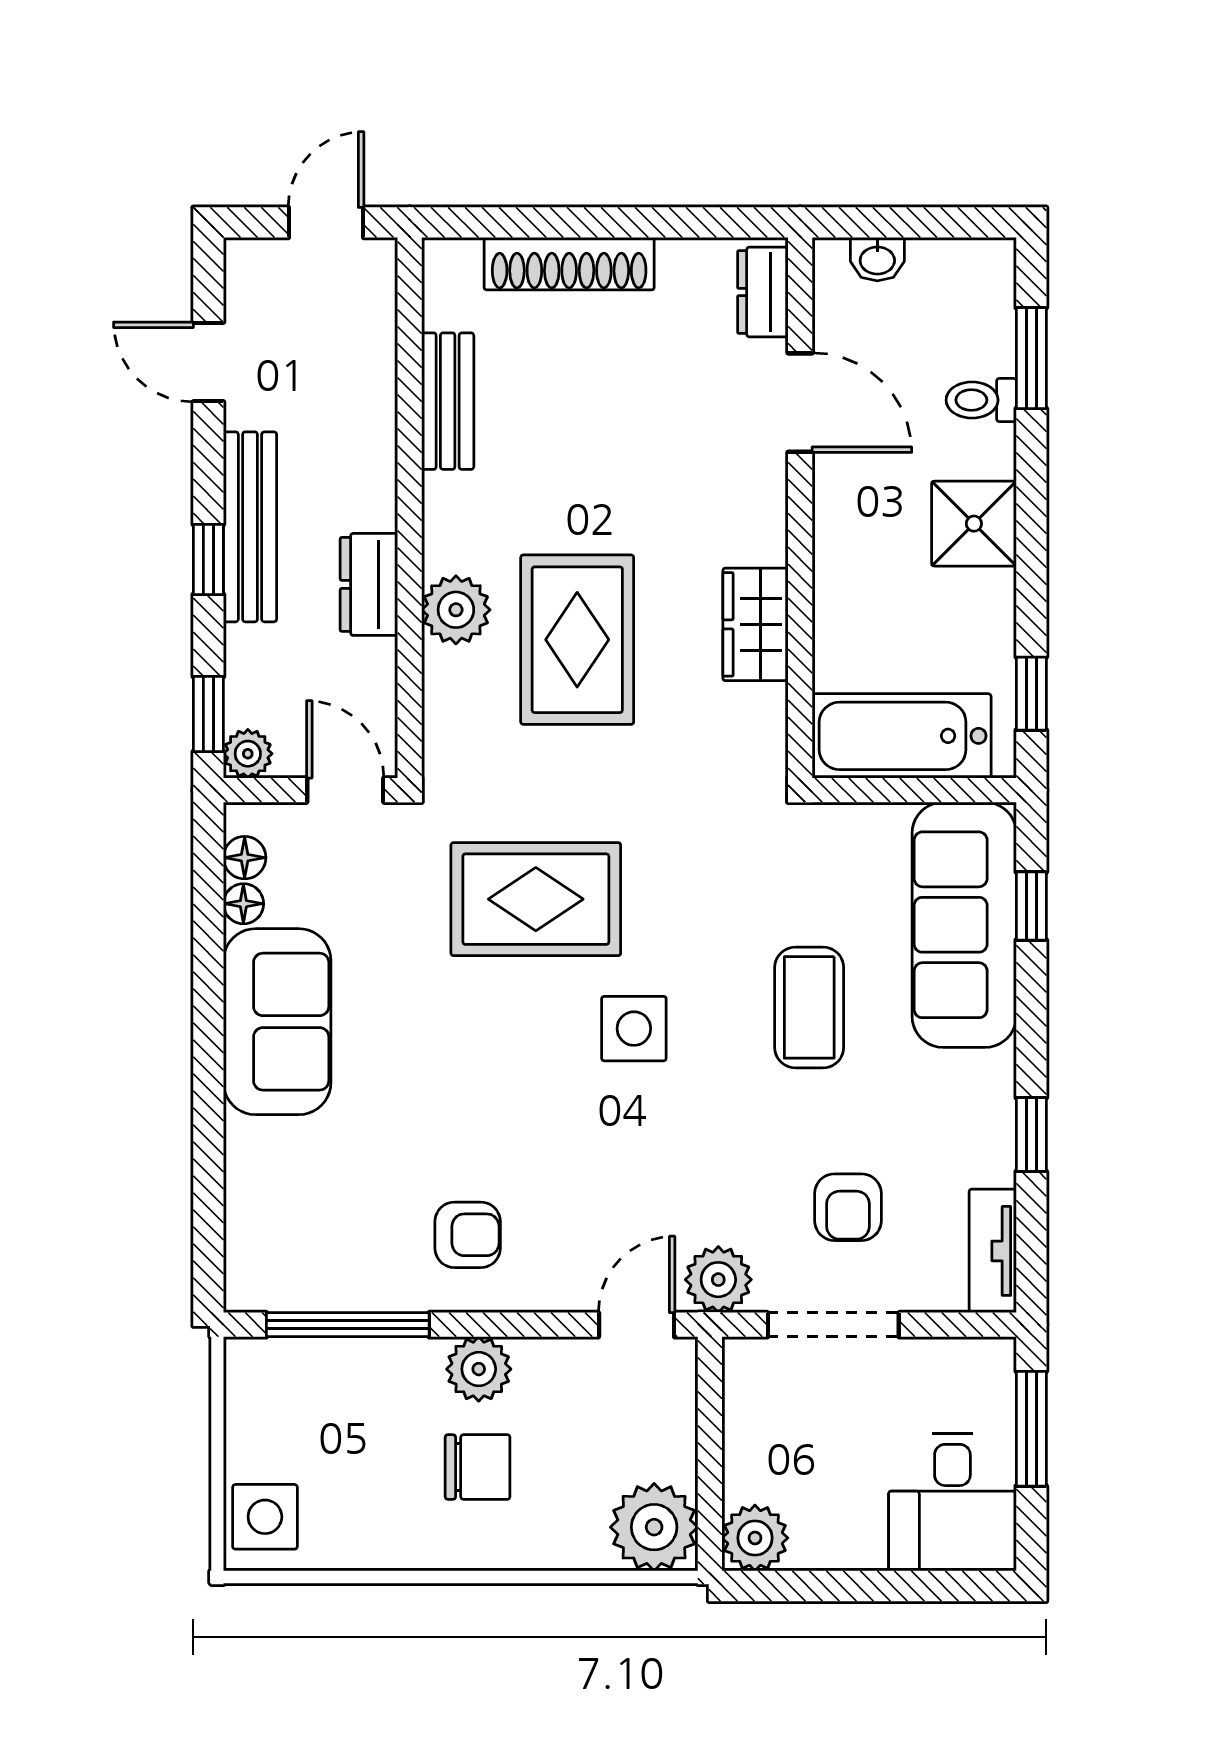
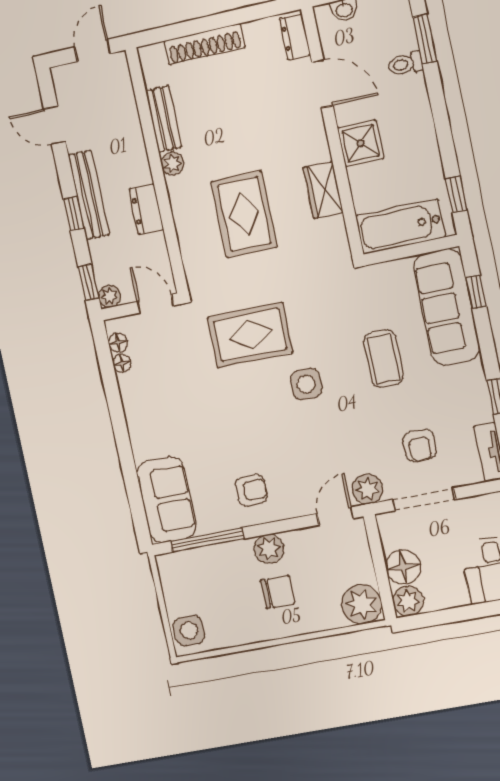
shower: (974, 524) -> (361, 143), moved
plant: (456, 610) -> (172, 163), moved, width x0.73, depth x0.73
sofa: (277, 1022) -> (166, 500), moved
floor lamp: (760, 1462) -> (403, 567), added

